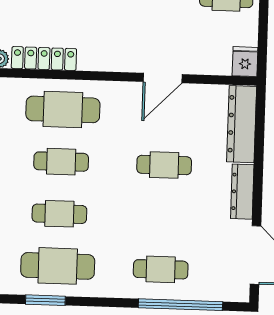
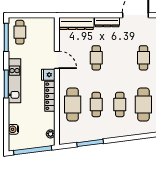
locker: (44, 59) -> (50, 96), moved
fridge: (245, 62) -> (48, 75), moved

